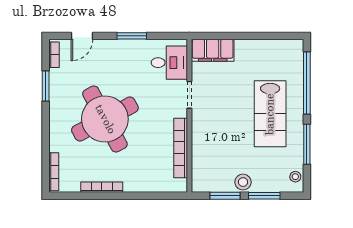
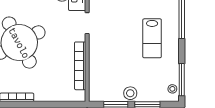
lab bench: (270, 114) -> (152, 38), width x0.73, depth x0.72
window: (307, 144) -> (182, 80), moved

